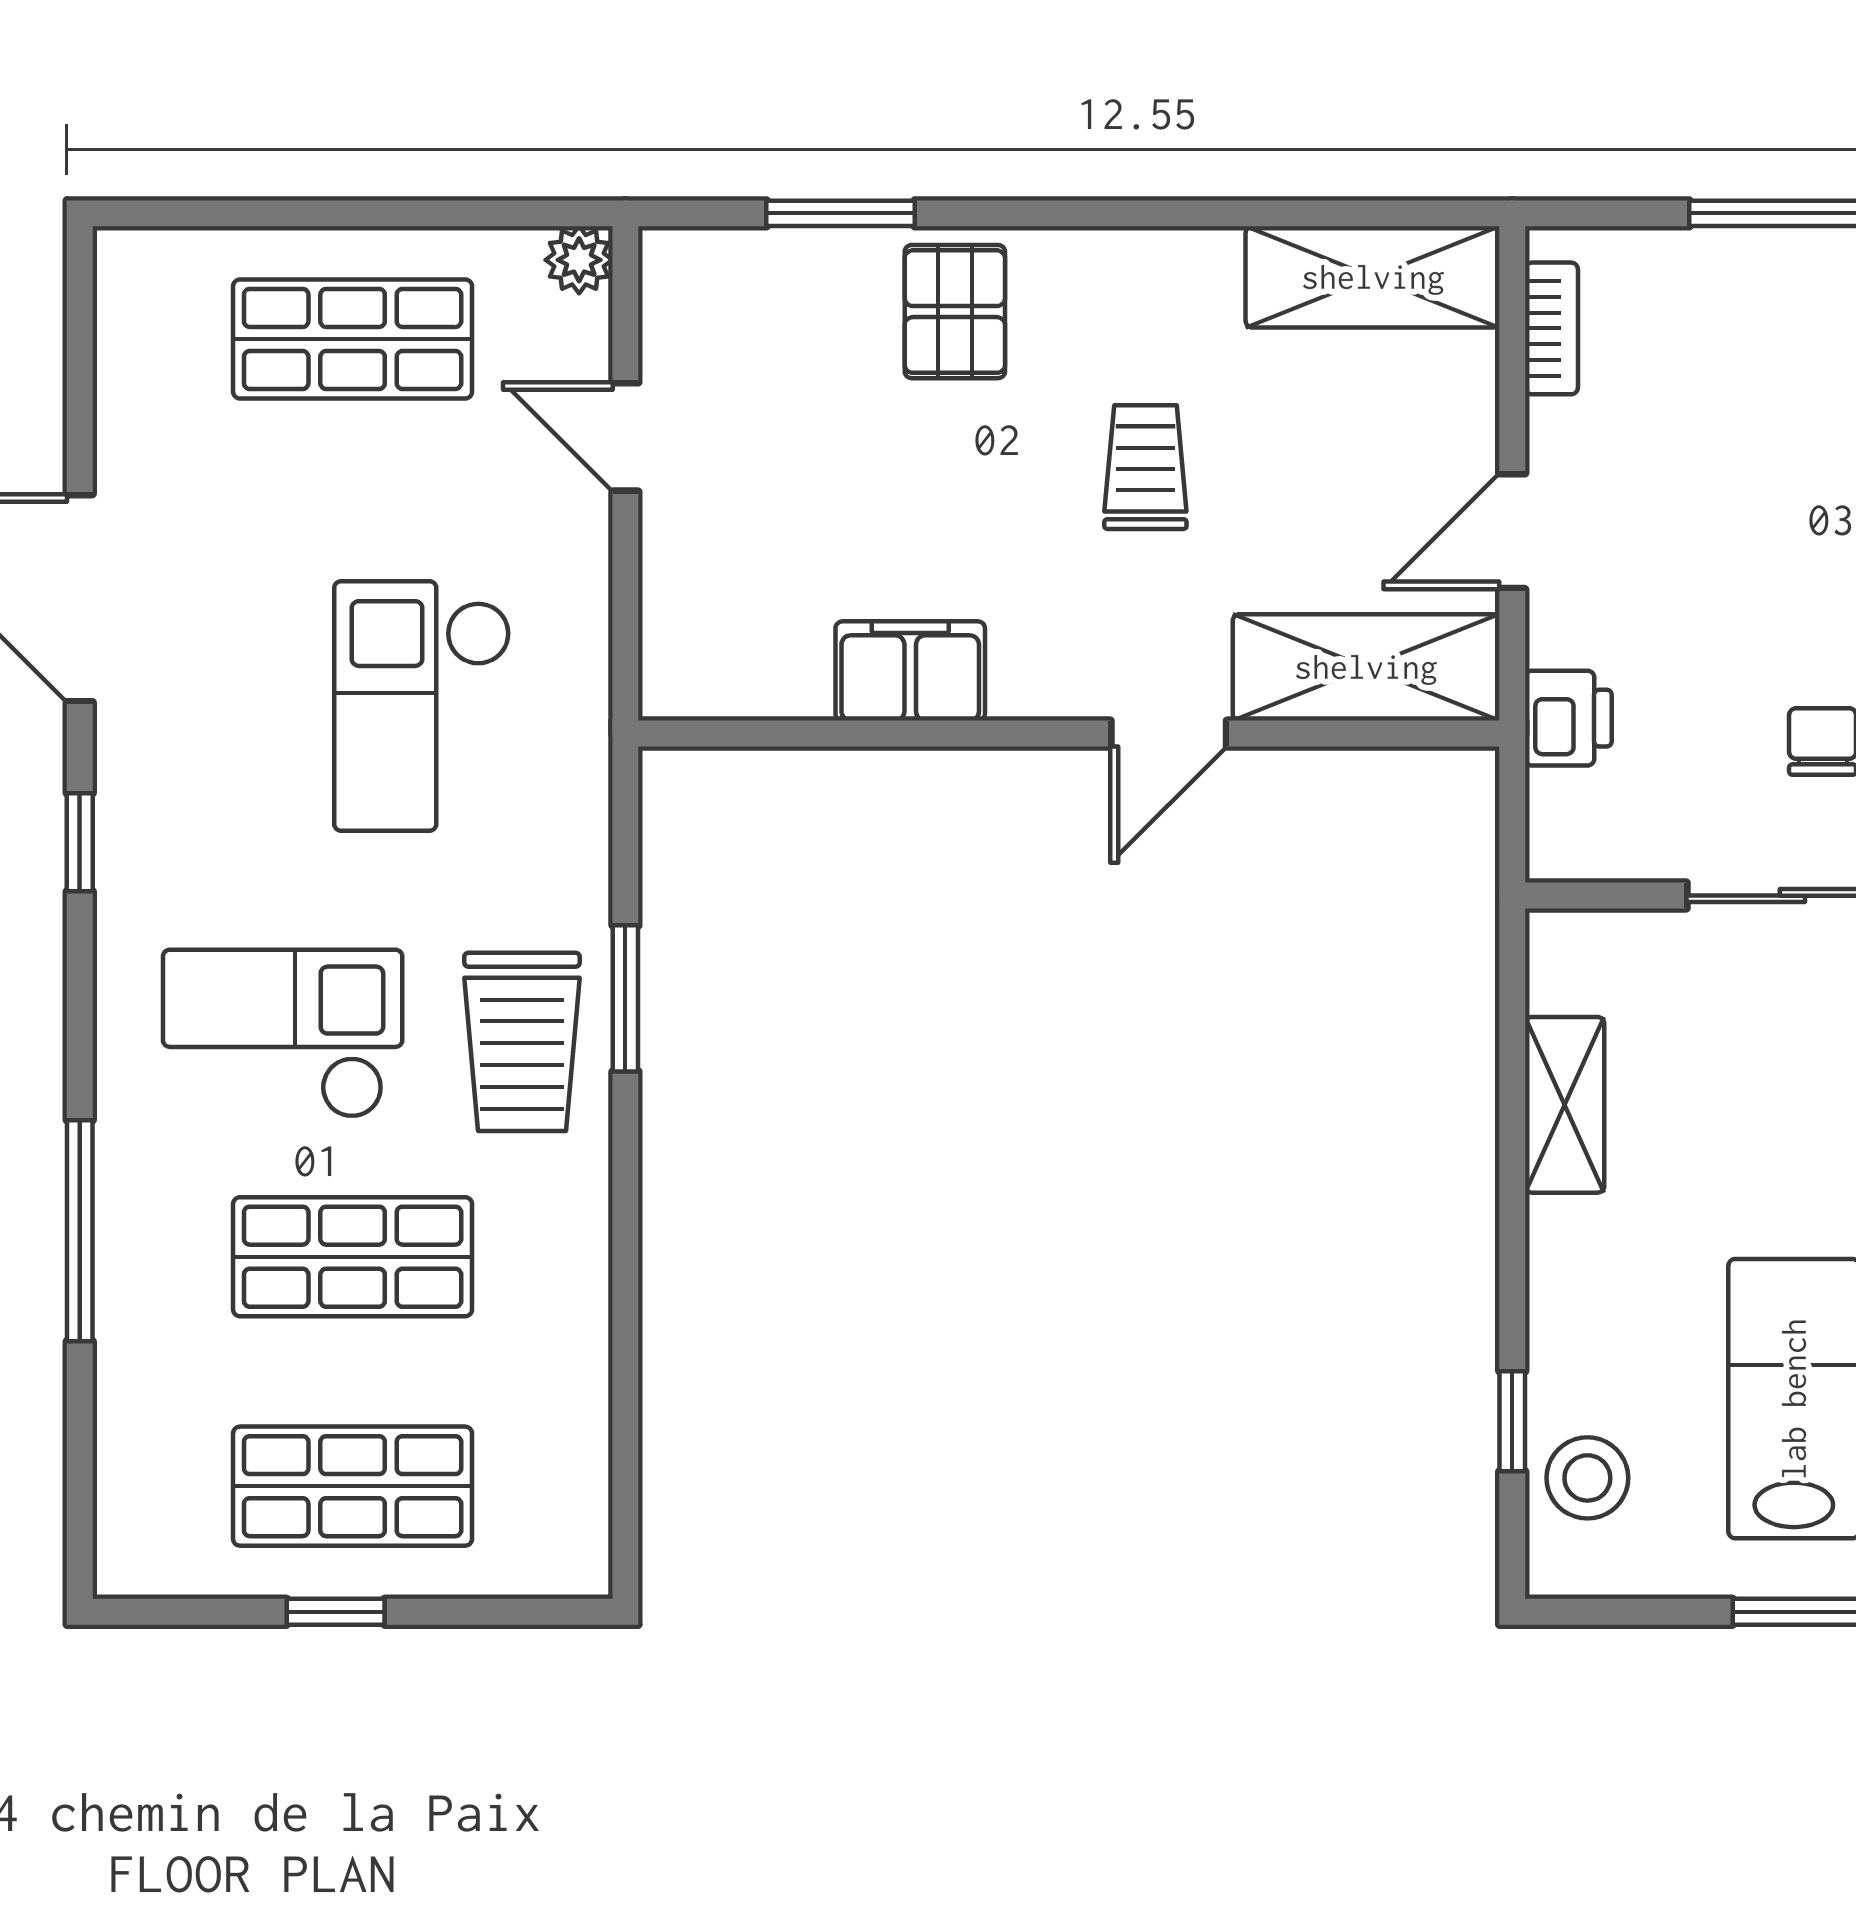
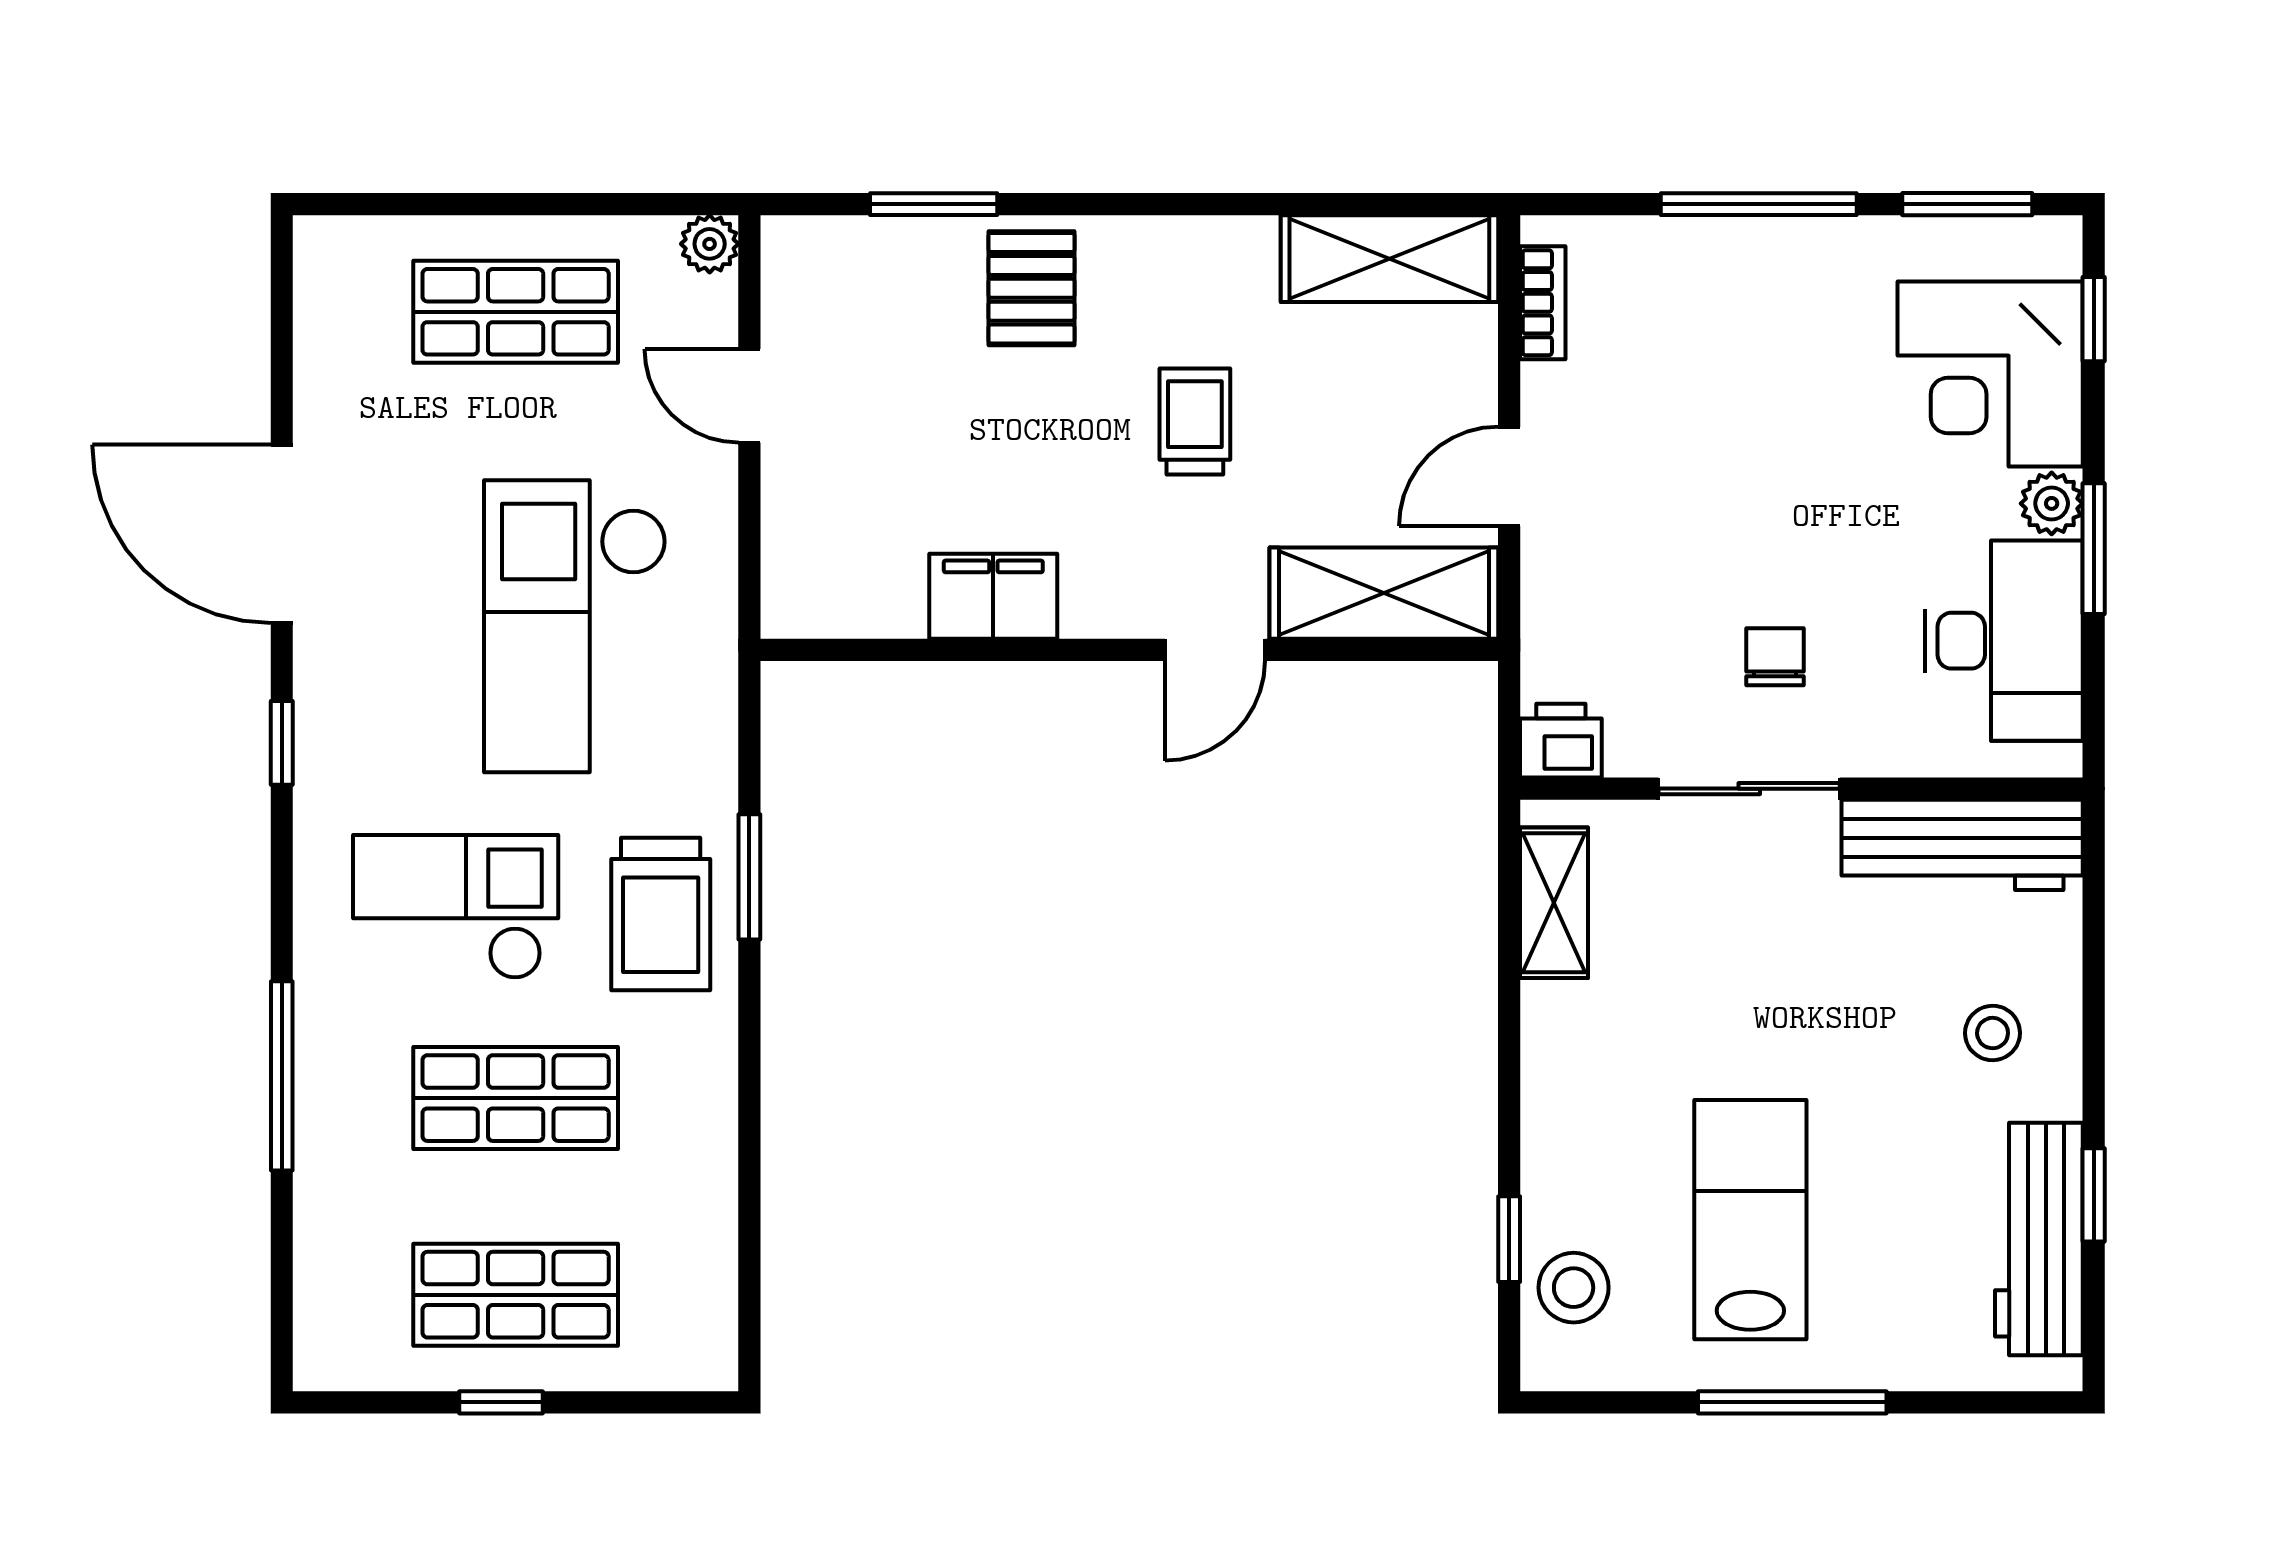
checkout: (422, 706) -> (575, 626), width x1.36, depth x1.21
printer: (1568, 718) -> (1561, 741), moved, turned -90
shelving: (1565, 1105) -> (1554, 903), moved

